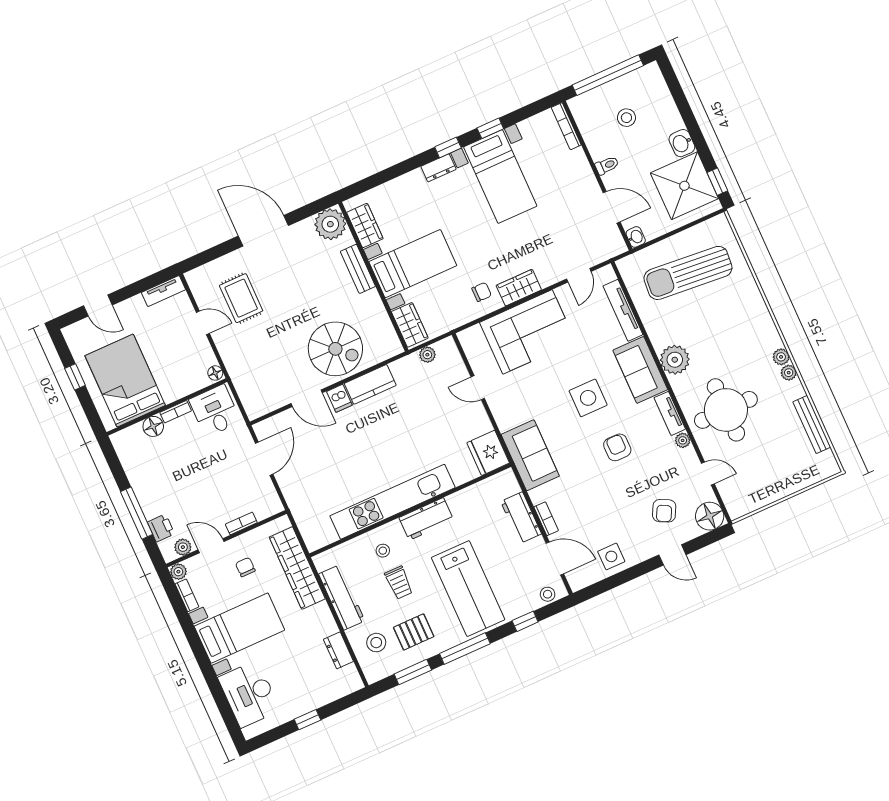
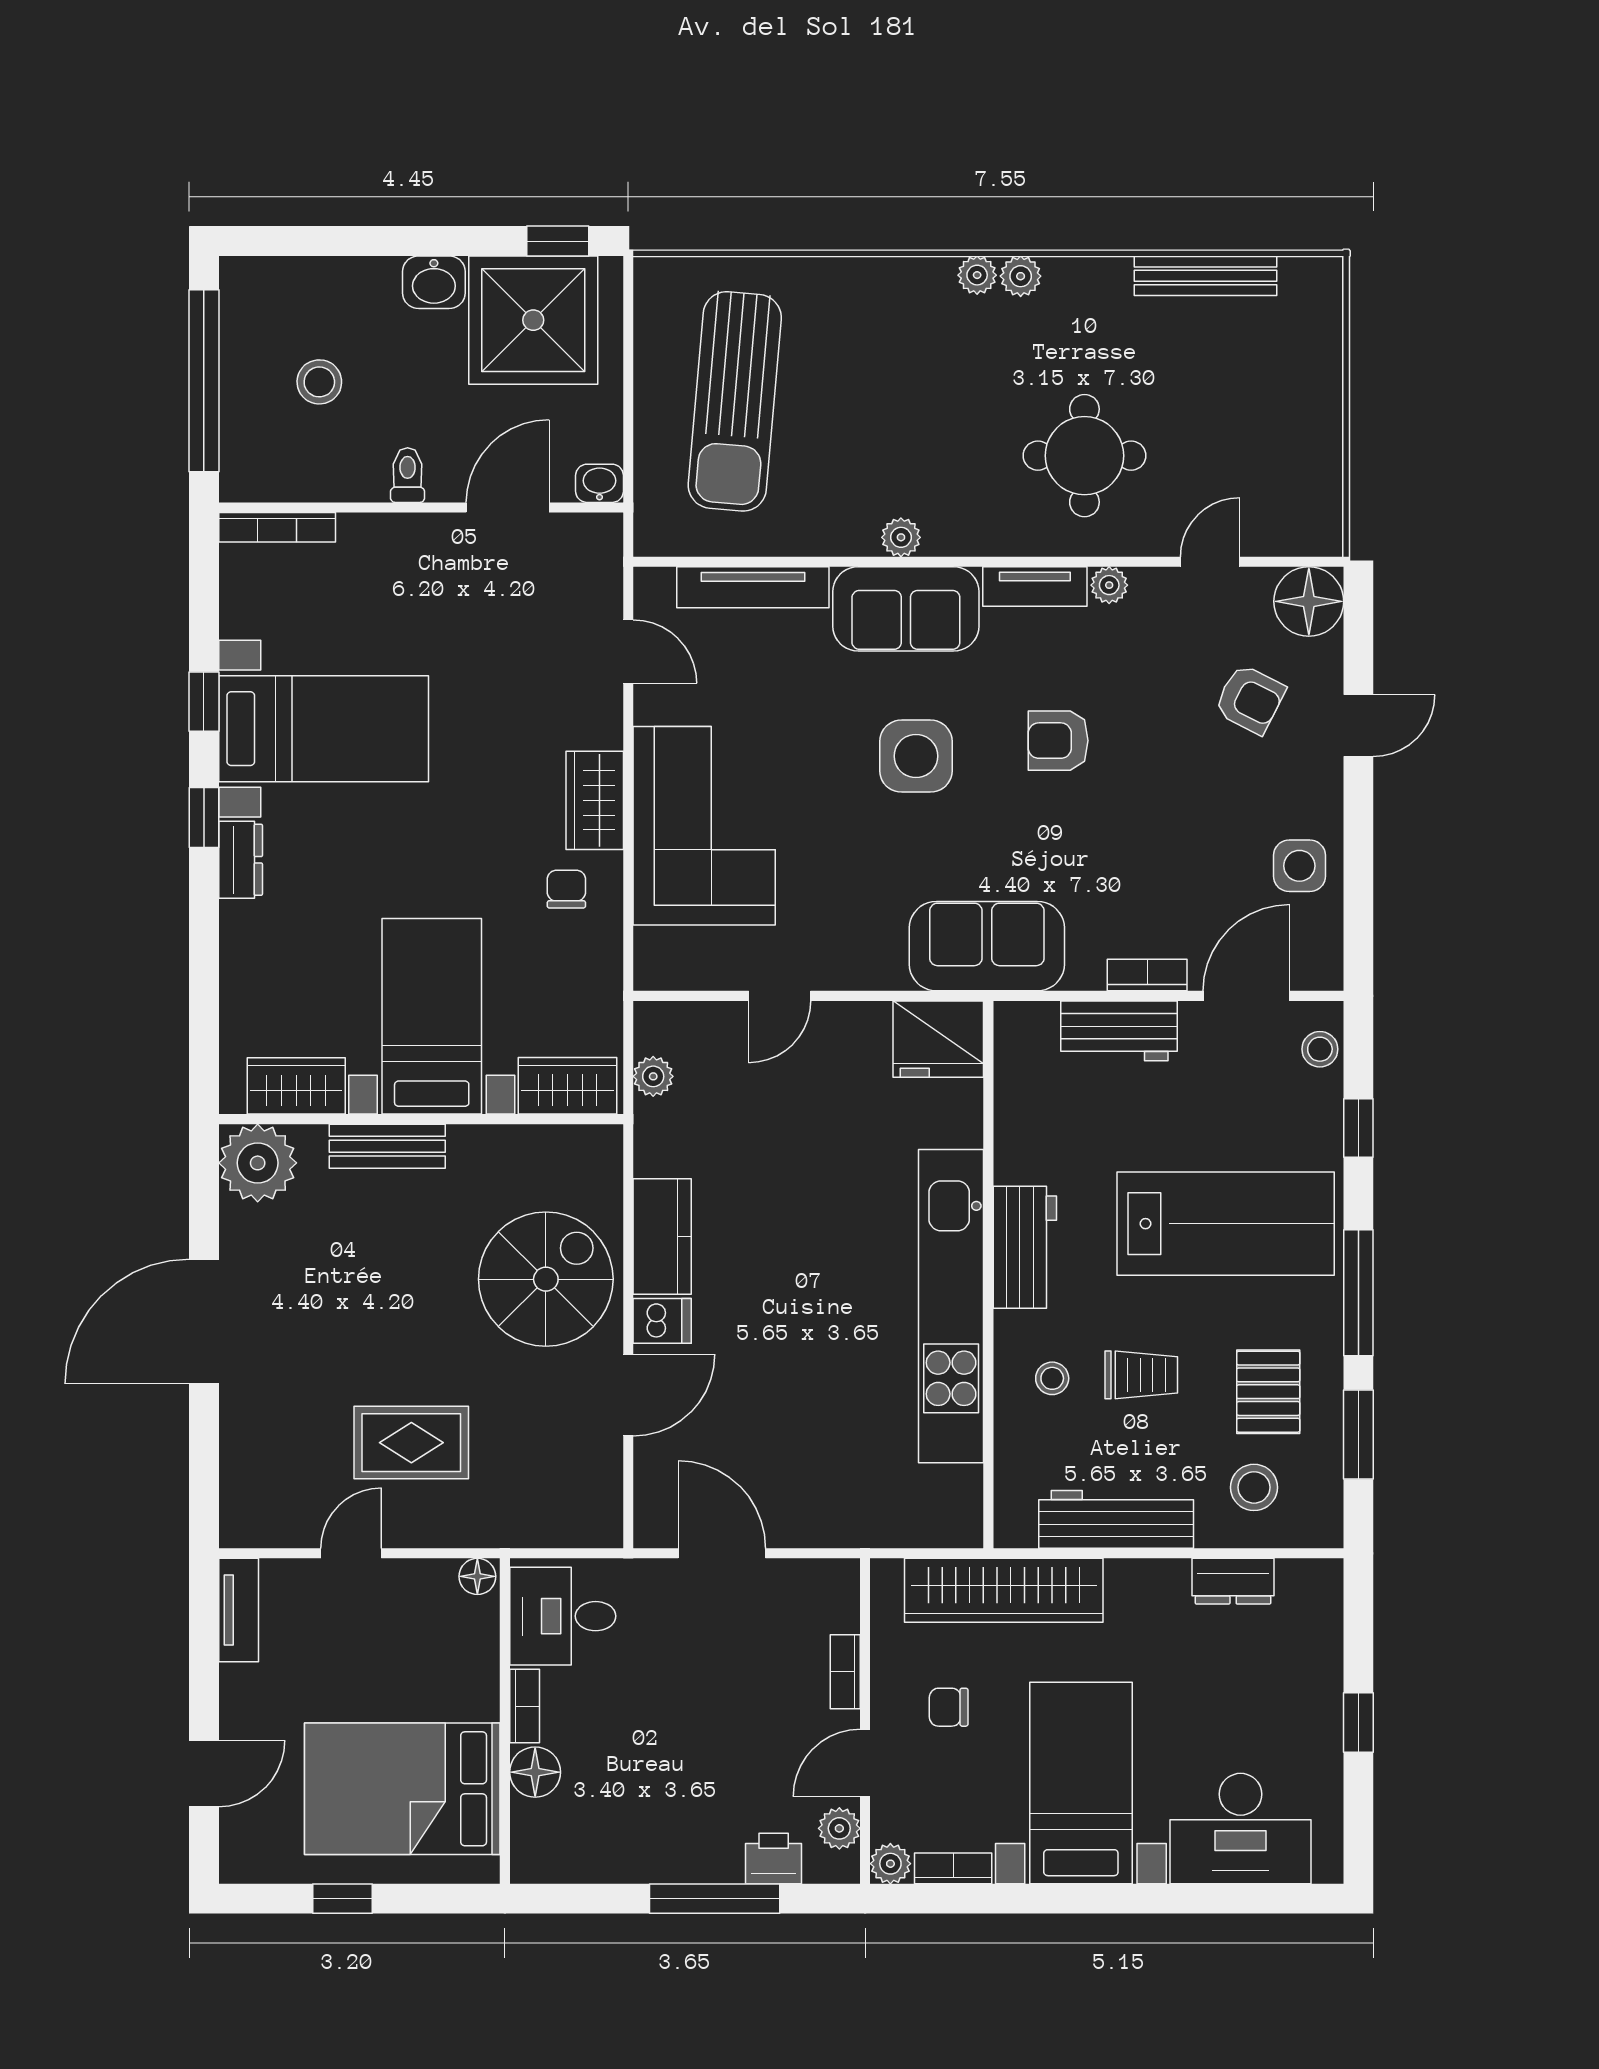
rug: (241, 298) -> (411, 1443), moved
plant: (675, 360) -> (901, 537), width x0.53, depth x0.53
plant: (789, 373) -> (977, 275), moved
round table: (726, 410) -> (1084, 456), width x0.73, depth x0.73

